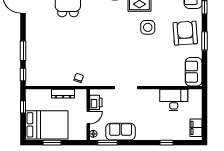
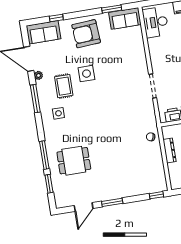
window: (205, 41) -> (112, 9), moved
window: (23, 51) -> (112, 202), moved
desk: (174, 100) -> (156, 22), moved

